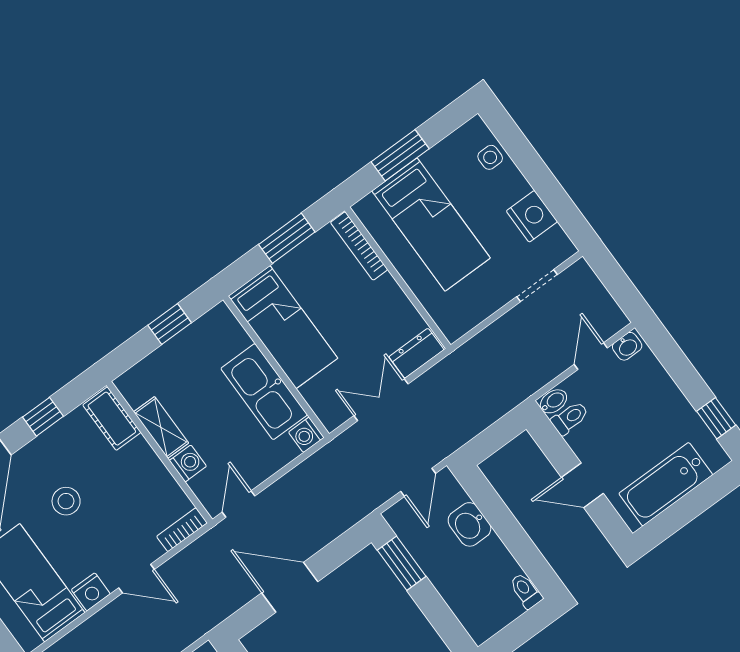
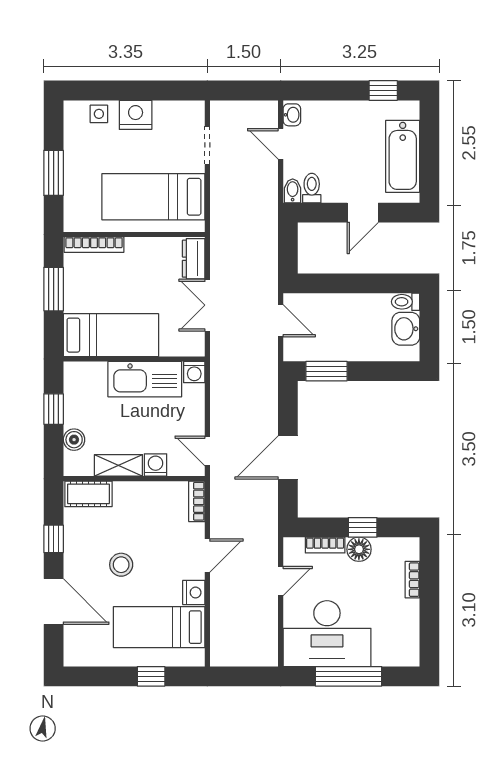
nightstand: (532, 216) -> (136, 115), moved
bed: (431, 225) -> (153, 197), moved, turned 180
boiler: (154, 366) -> (74, 440), added
washbasin: (469, 524) -> (406, 329), moved, turned 90

